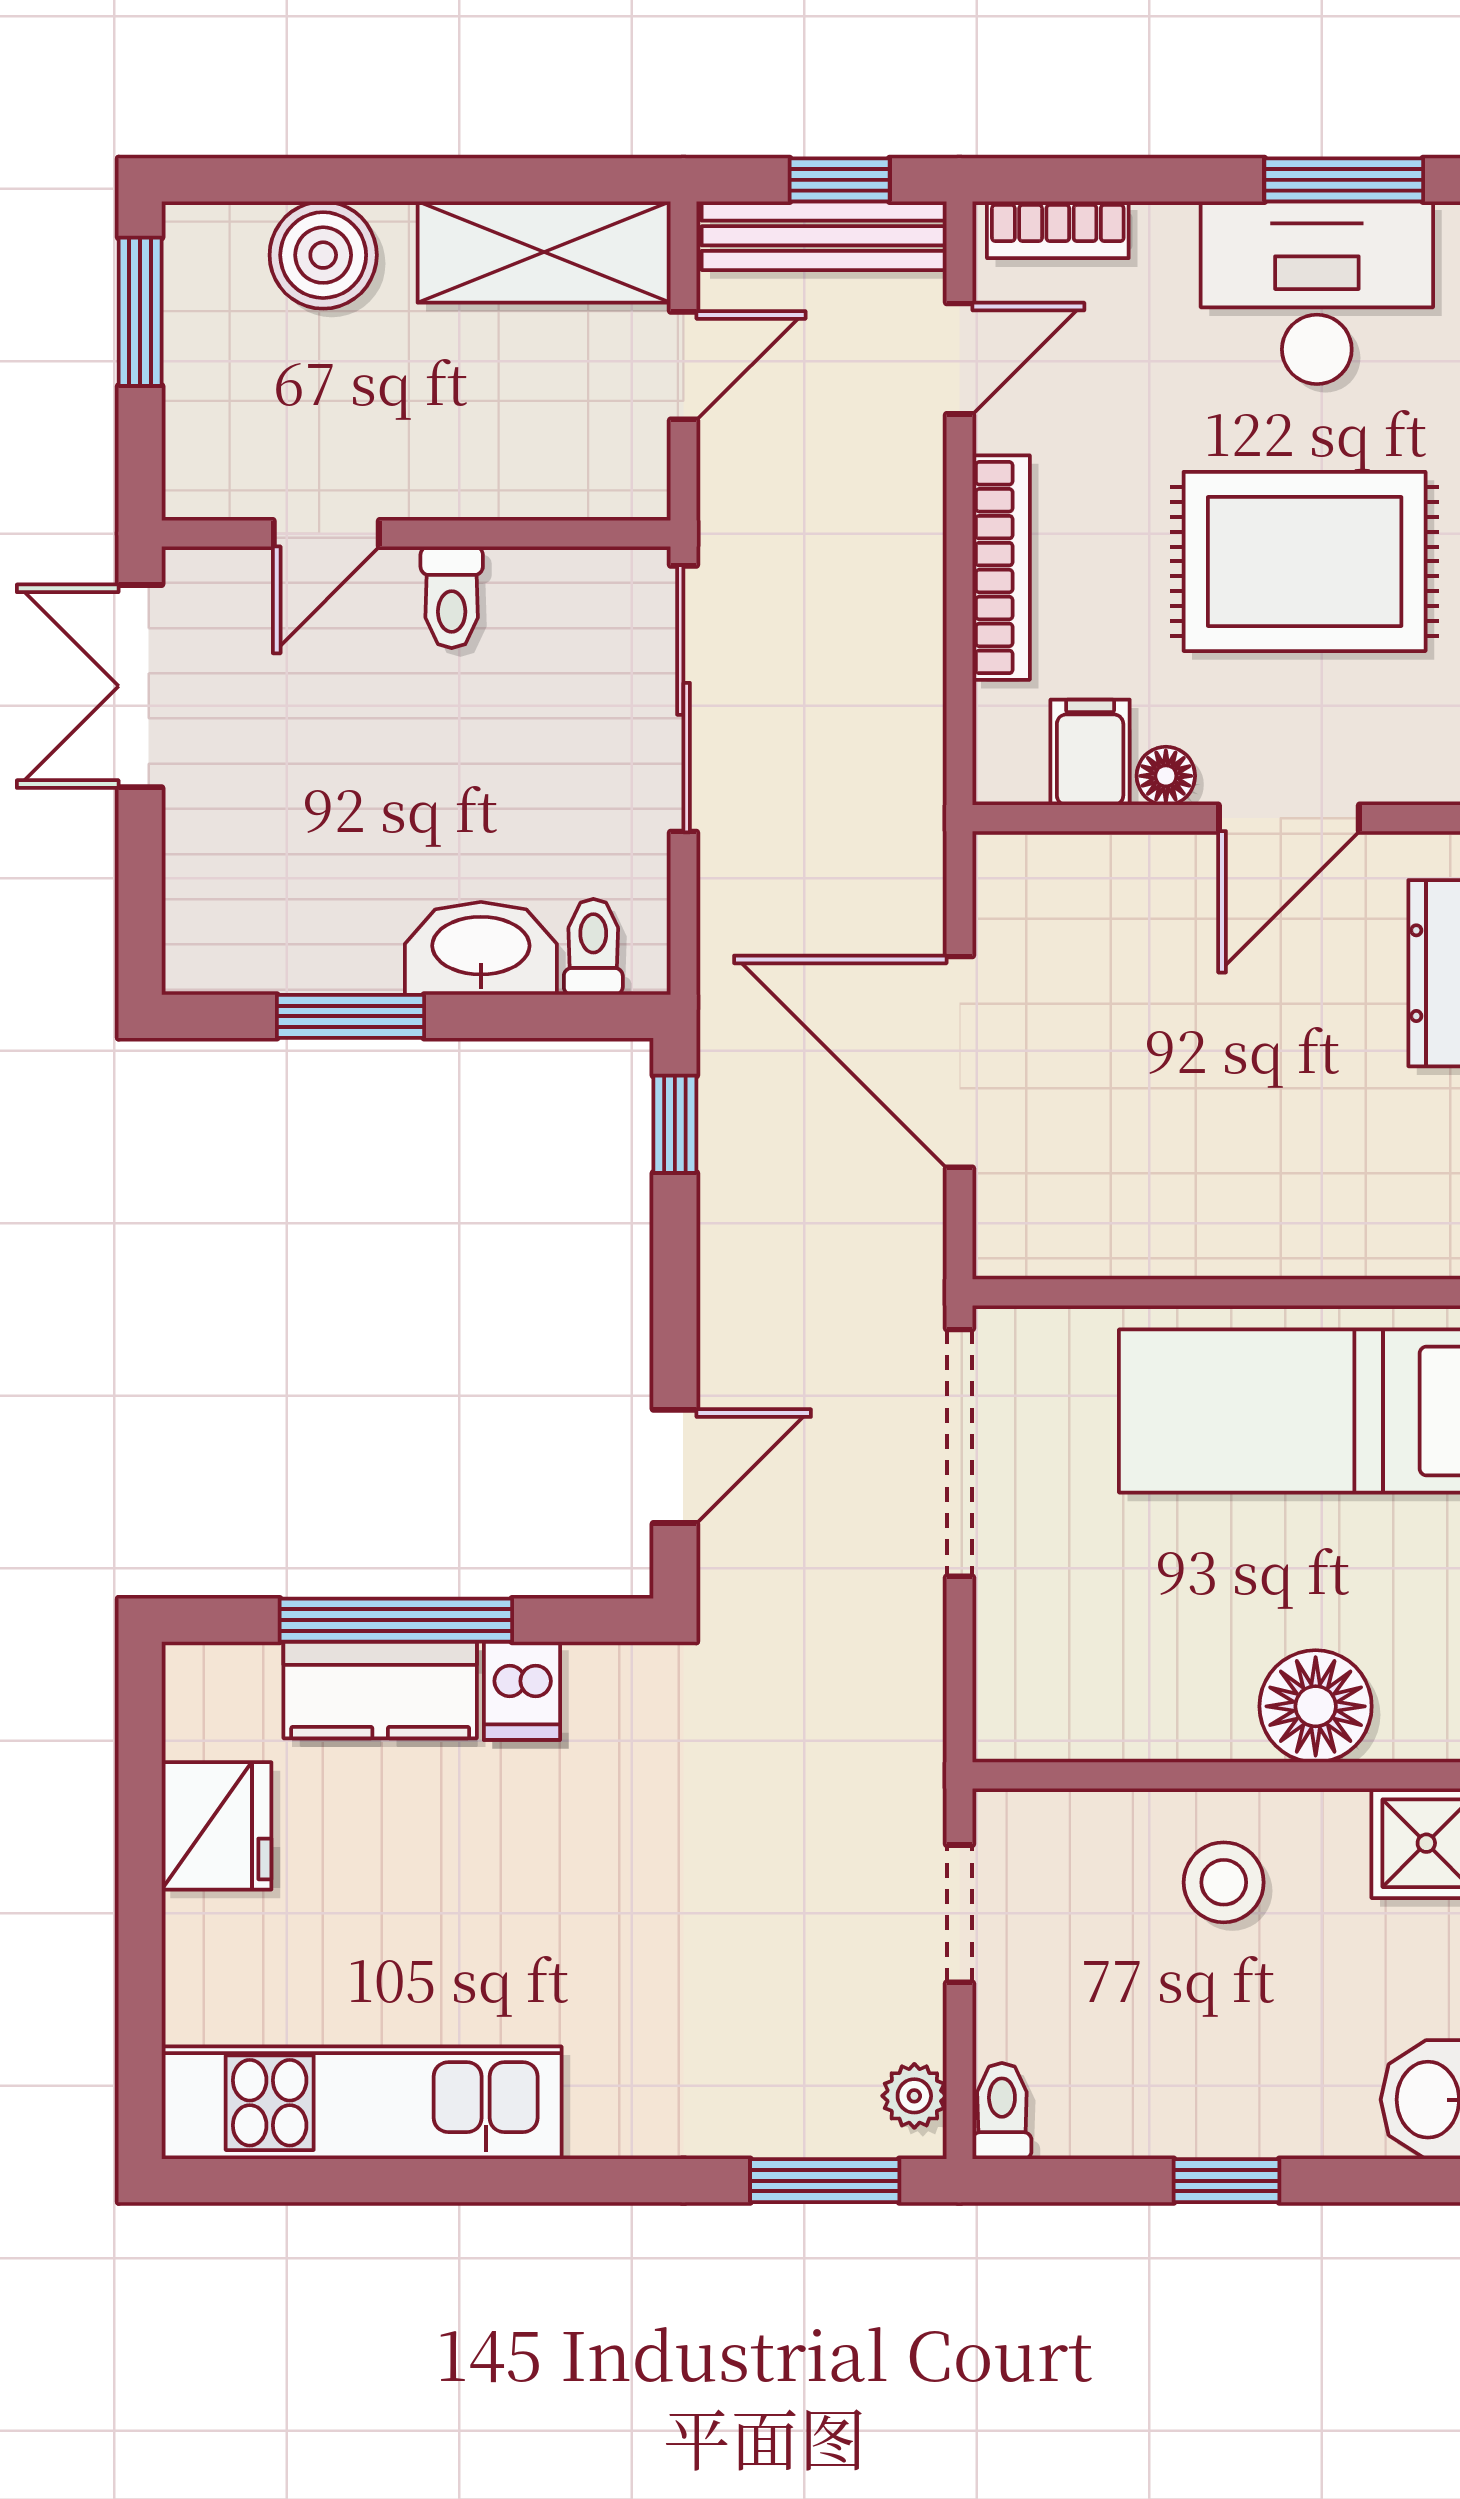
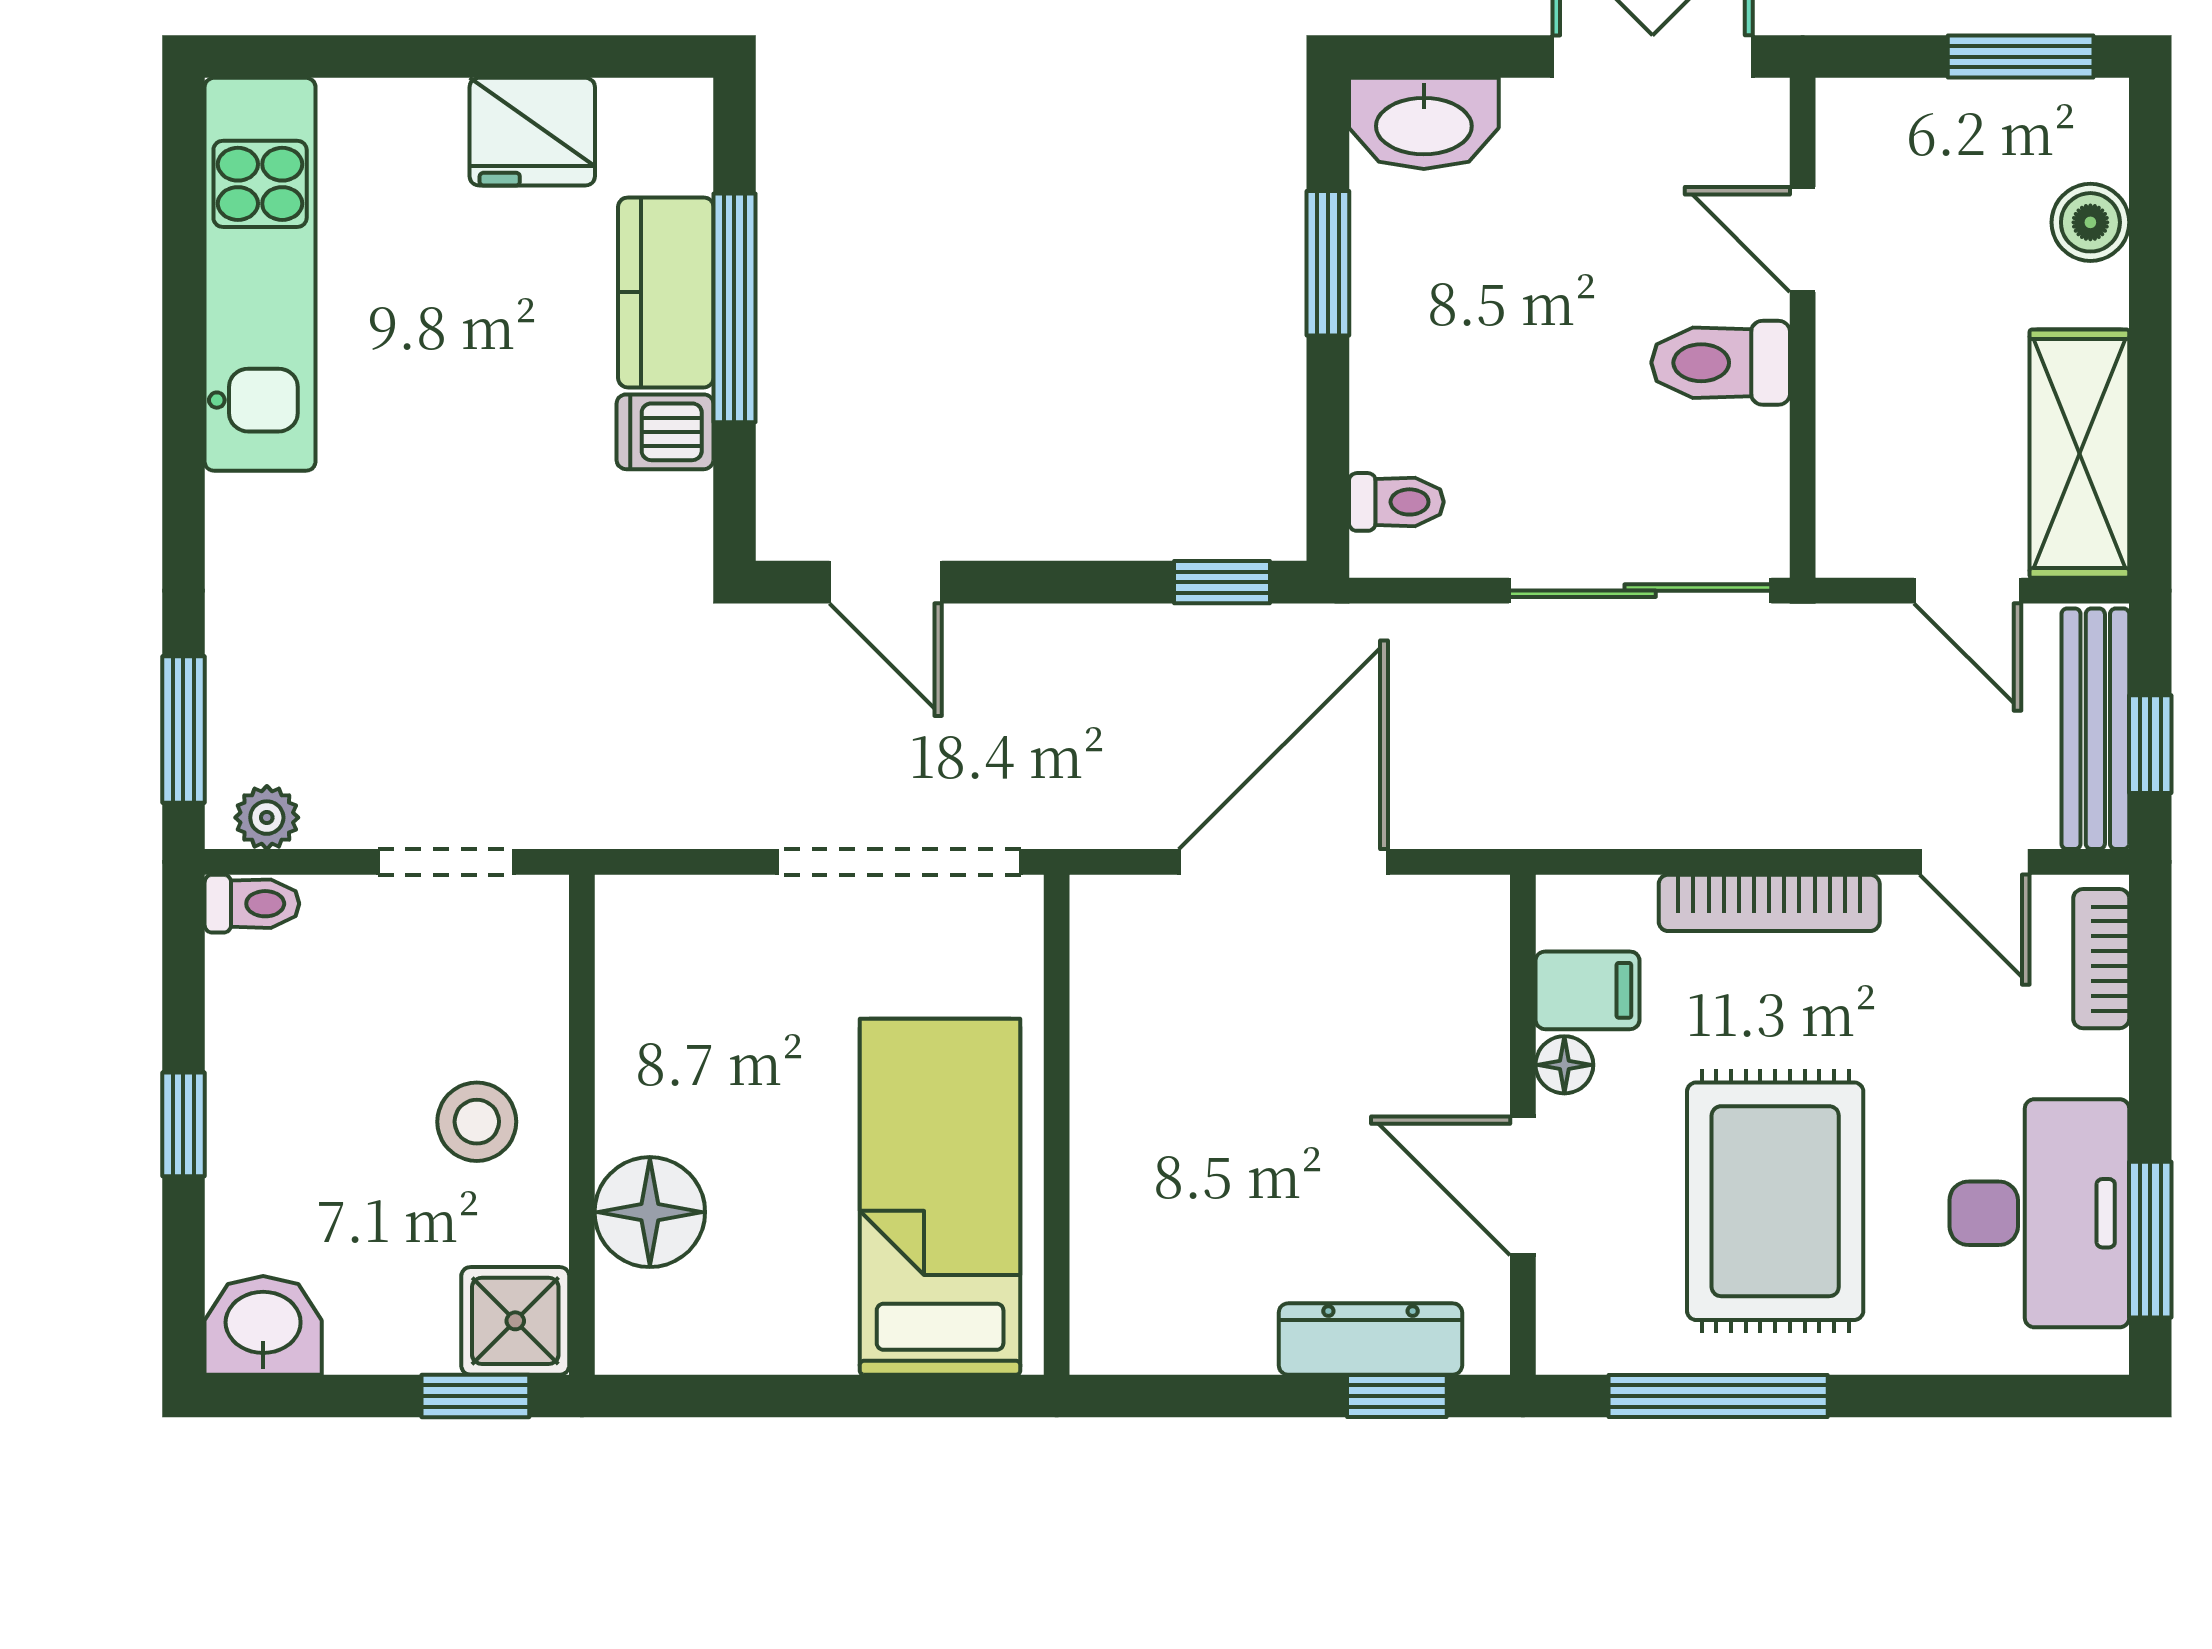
boiler: (323, 255) -> (2090, 222), width x0.73, depth x0.73
toilet: (452, 597) -> (1721, 363), width x1.37, depth x1.39
washbasin: (481, 948) -> (1424, 123), moved, turned 90

